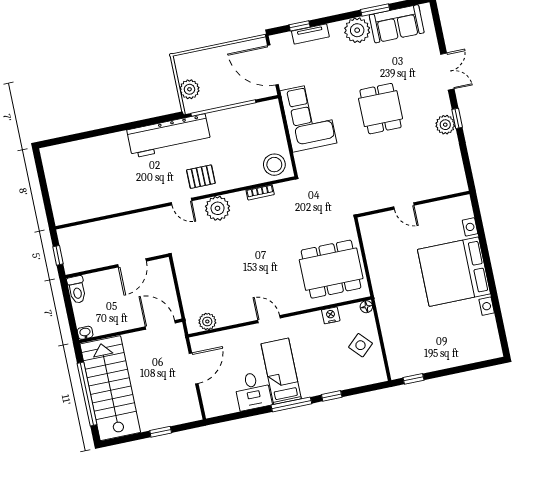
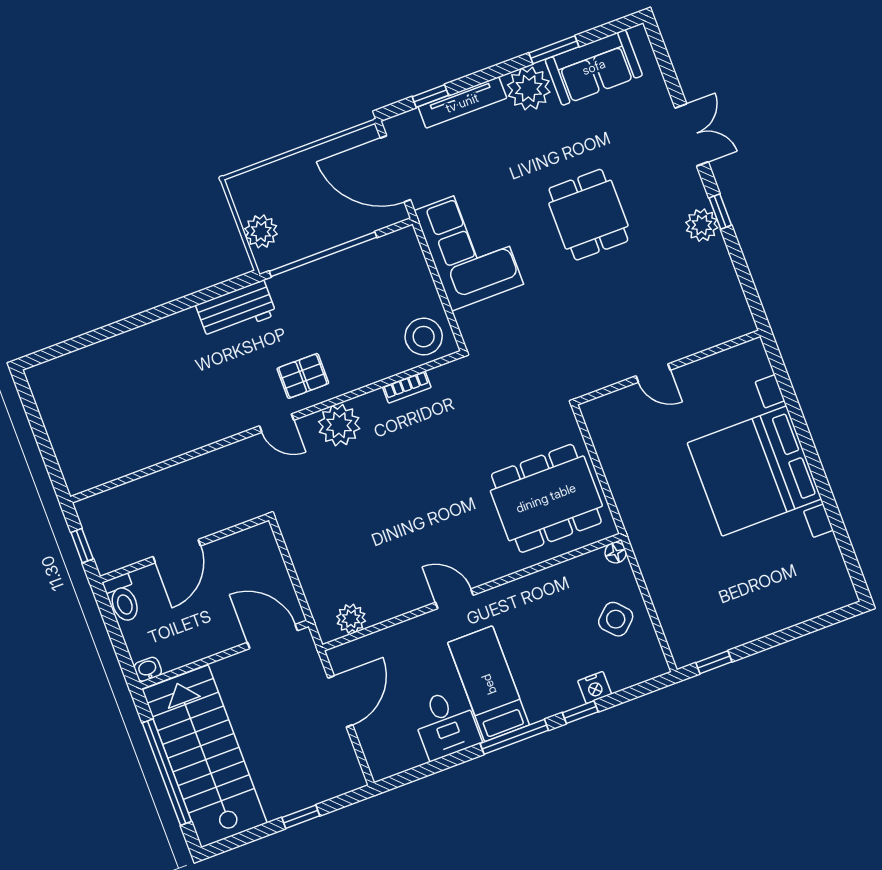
tv unit: (310, 34) -> (462, 103), width x1.41
workbench: (169, 136) -> (236, 310), width x0.53, depth x0.76
door: (132, 263) -> (177, 551), moved
nightstand: (331, 315) -> (595, 687), moved, turned 180

